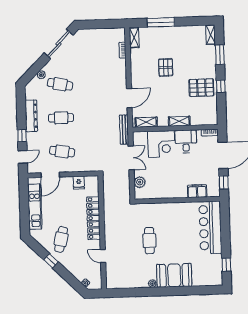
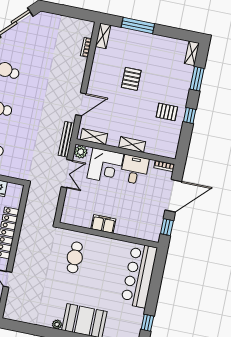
pallet: (201, 88) -> (167, 112), width x0.67, depth x0.71
plant: (140, 182) -> (81, 152), moved
filing cabinet: (197, 191) -> (103, 224), moved
cafe table: (149, 241) -> (75, 257), moved

